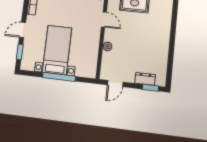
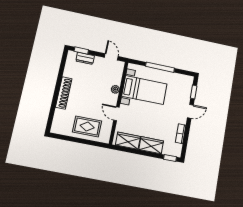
shoe rack: (164, 37) -> (64, 93), added
bed with nightstands: (57, 50) -> (144, 90), moved, turned -90
door: (115, 84) -> (111, 57), hinge flipped

